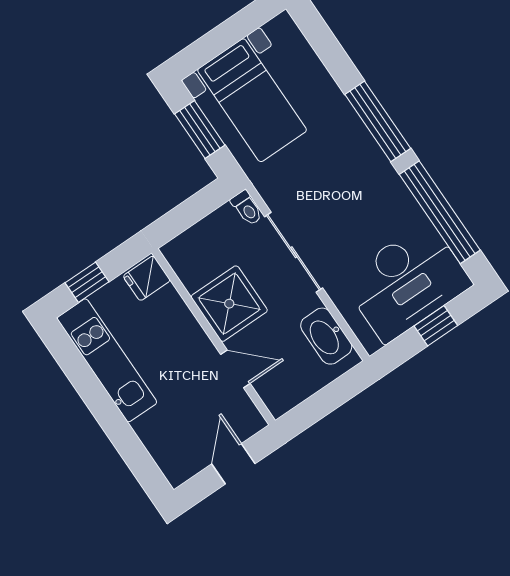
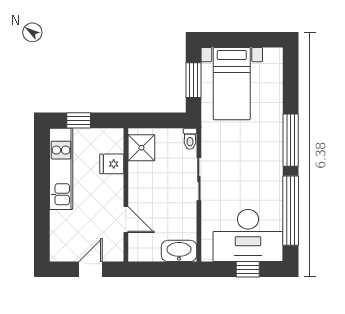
sliding door: (294, 252) -> (199, 179), width x0.73
fridge: (147, 278) -> (112, 164), moved
shower: (229, 304) -> (141, 148), moved, width x0.73, depth x0.73
washbasin: (326, 336) -> (179, 251), moved, turned 90

